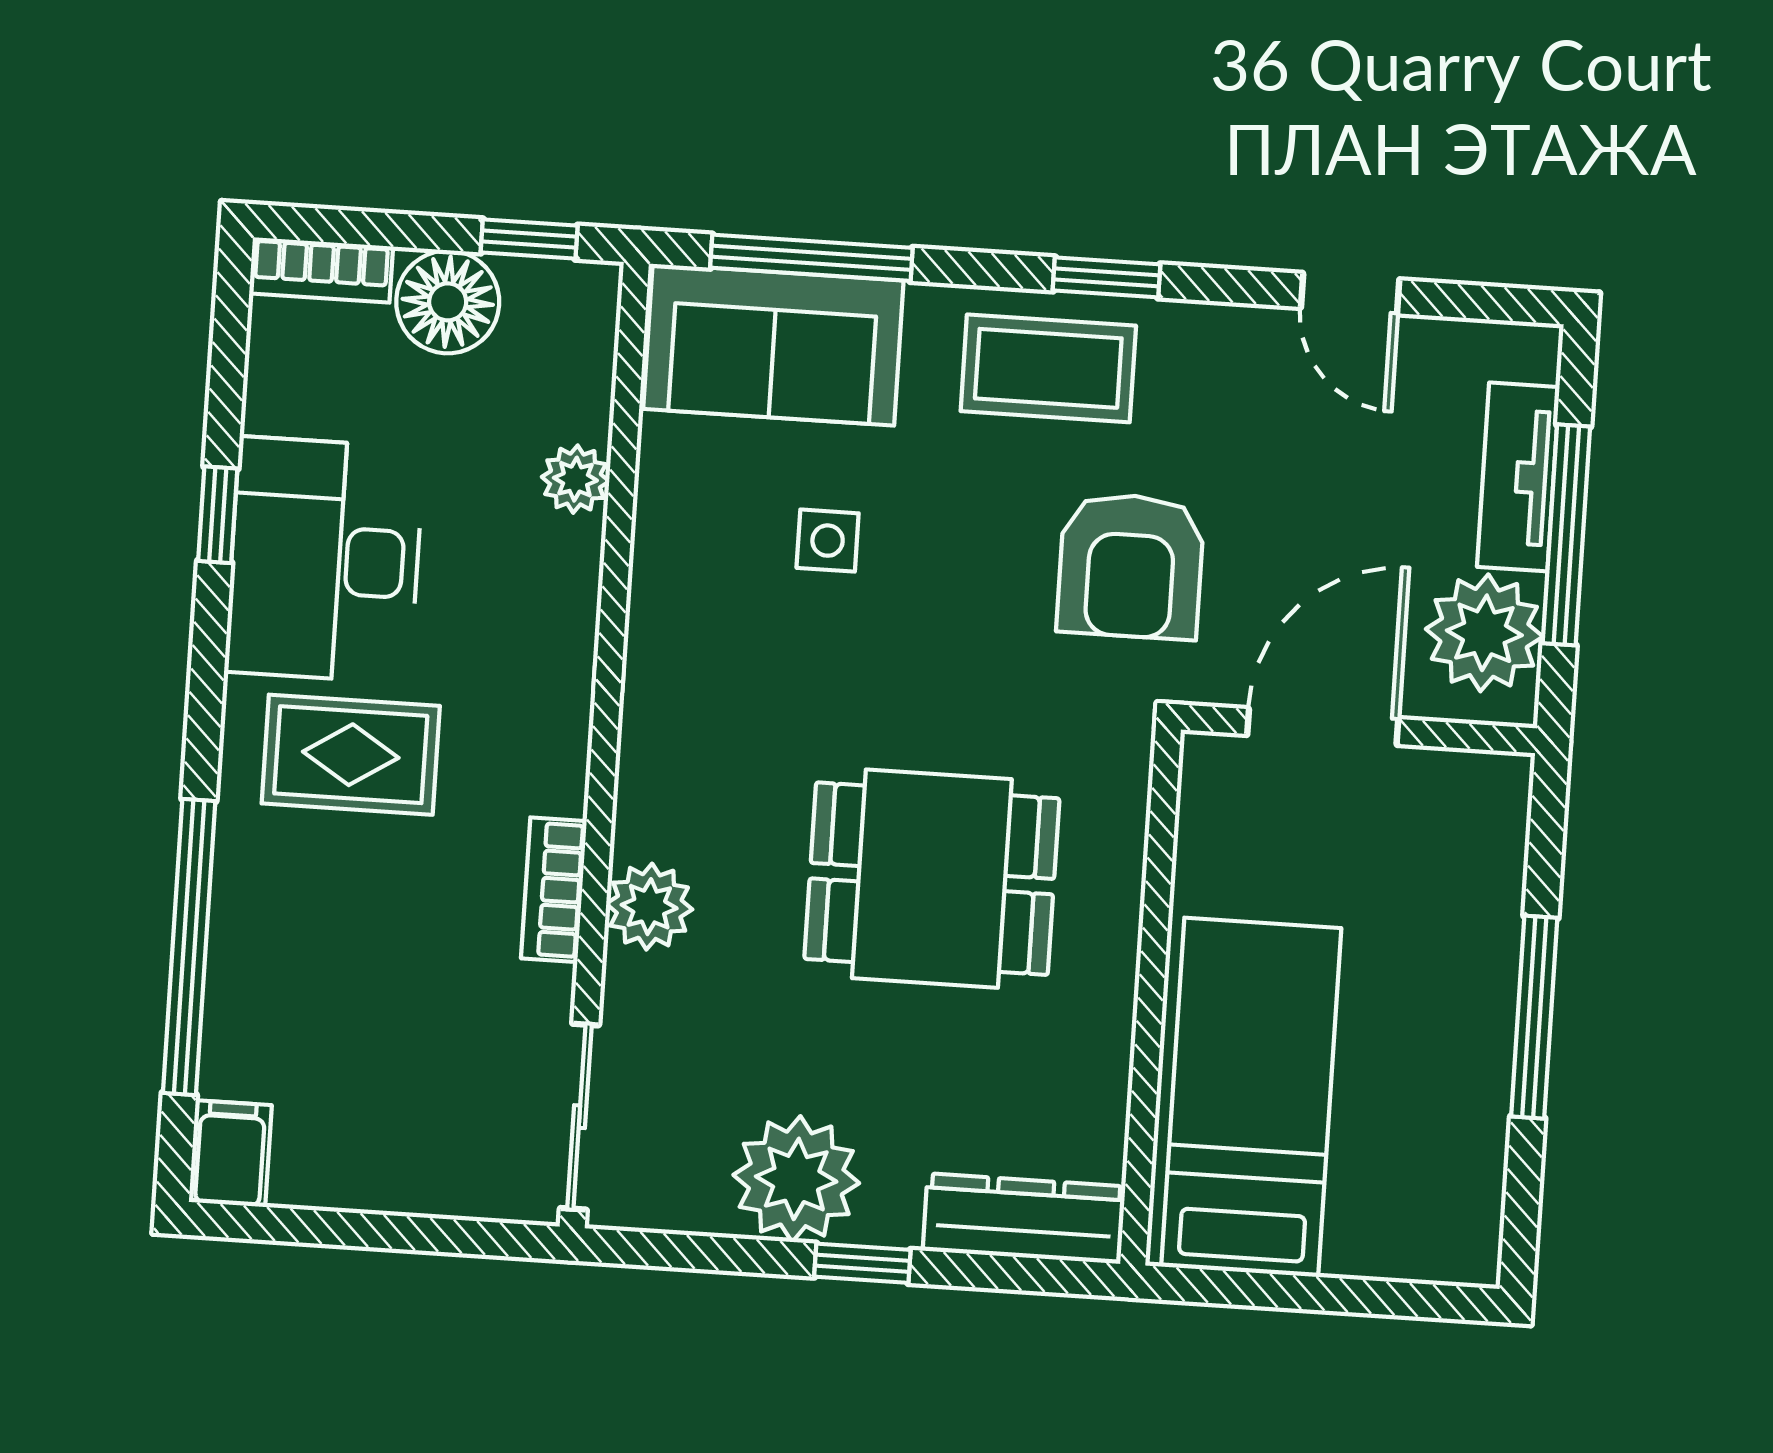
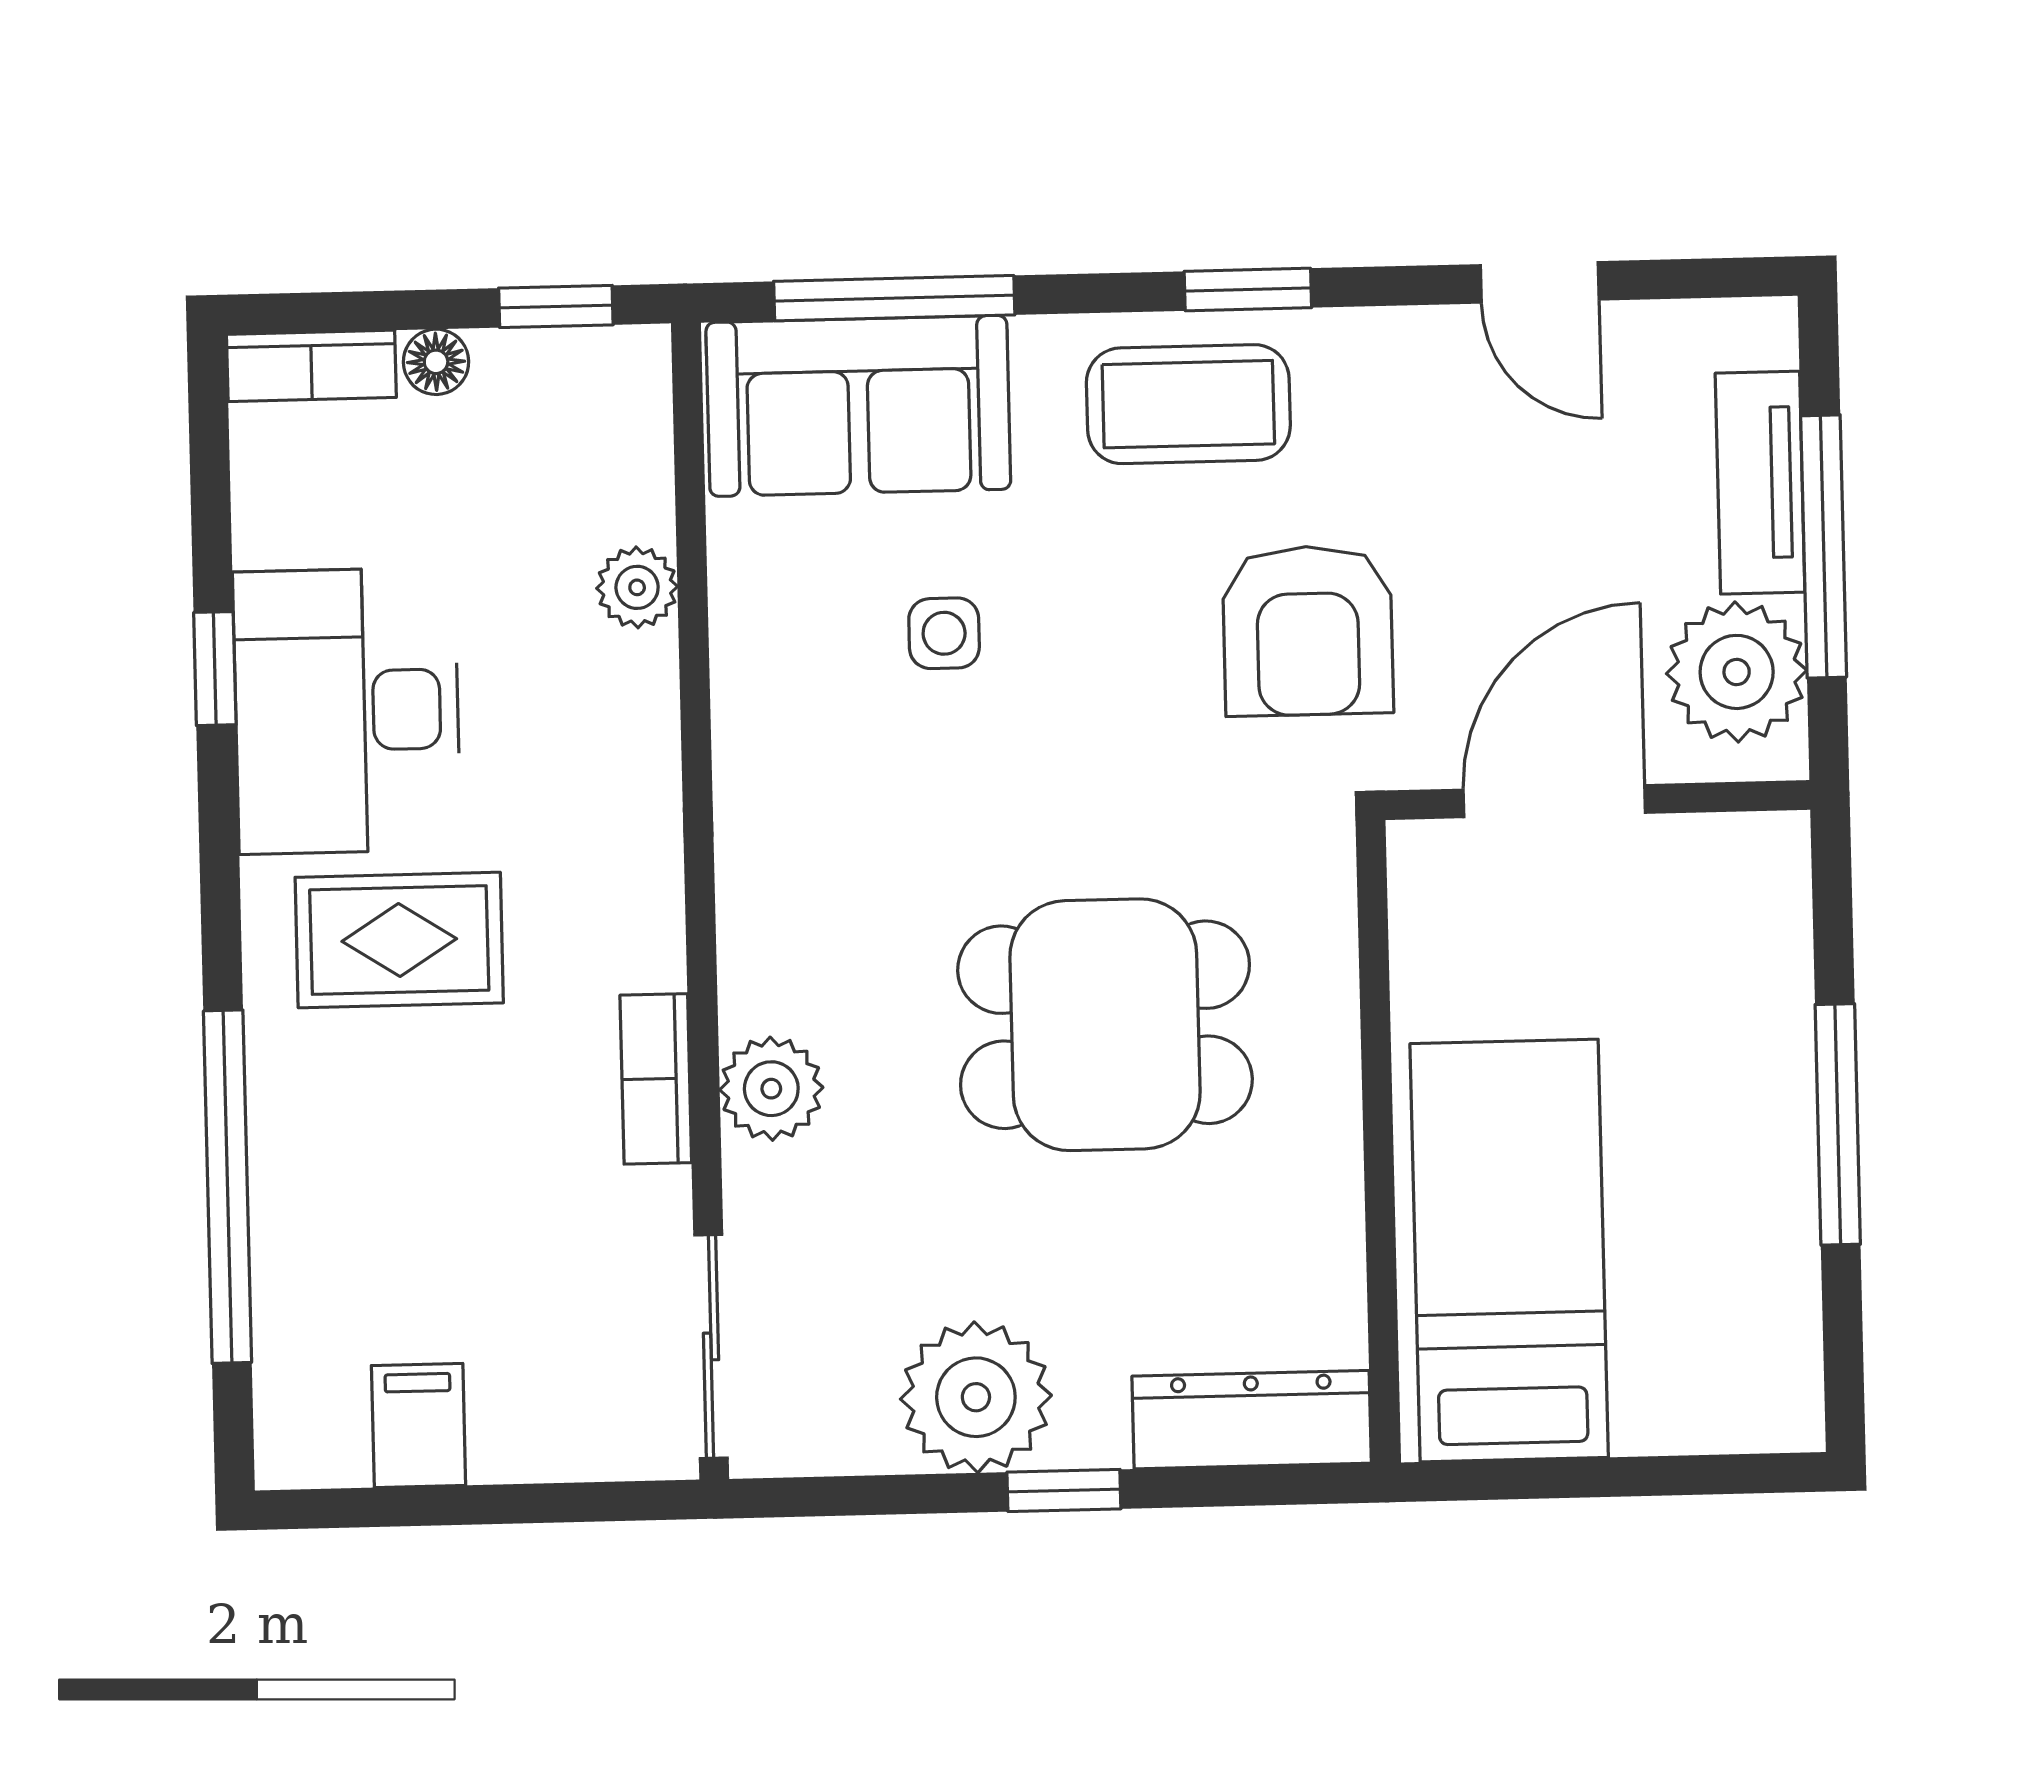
floor lamp: (448, 302) -> (436, 362), width x0.53, depth x0.53
filing cabinet: (230, 1154) -> (419, 1425), moved

